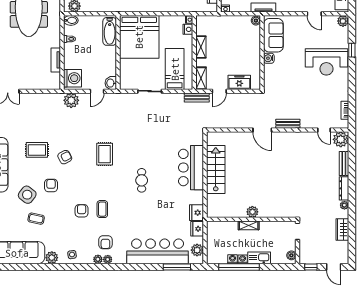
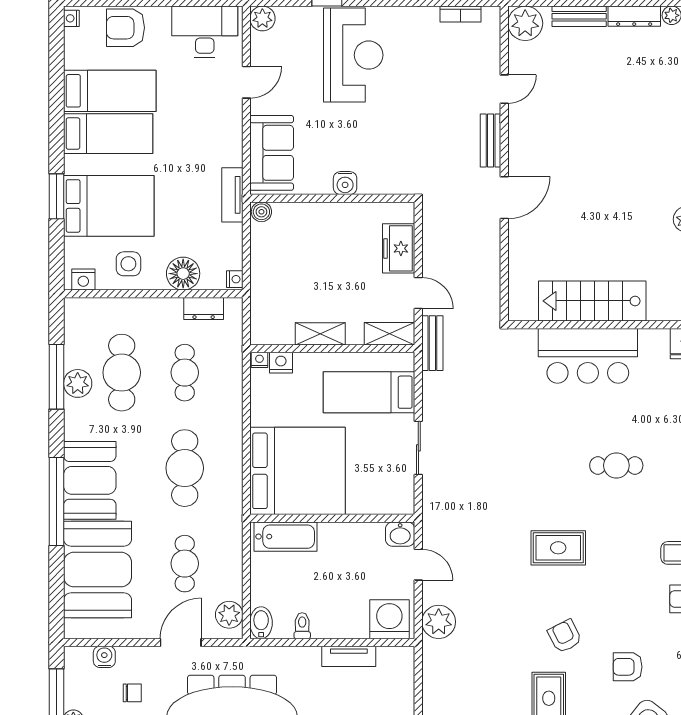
sofa: (273, 35) -> (272, 153), moved, turned 90
door: (324, 130) -> (504, 89), moved

